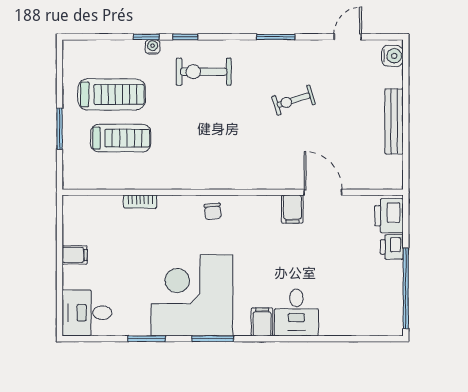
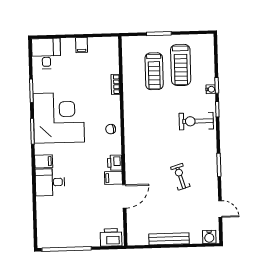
exercise bike: (204, 72) -> (196, 121), turned -90
printer: (392, 247) -> (115, 163), moved, turned -90

